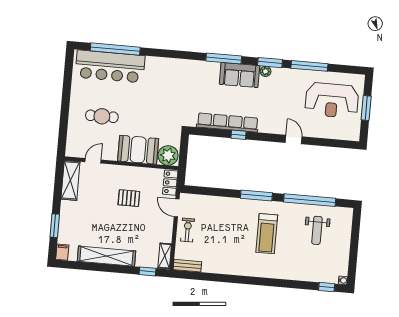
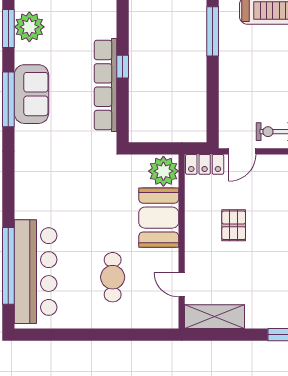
plant: (266, 71) -> (29, 27), width x1.87, depth x1.87
sofa: (240, 75) -> (31, 94), moved

